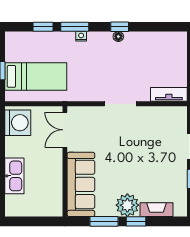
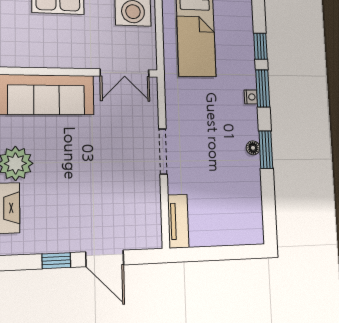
window: (120, 27) -> (266, 150), width x1.50
double door: (65, 130) -> (125, 73), swing flipped

